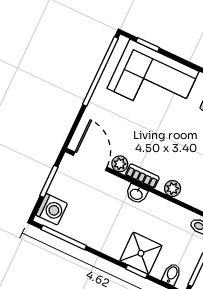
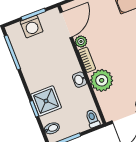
plant: (173, 188) -> (102, 80), width x1.87, depth x1.87
washbasin: (136, 194) -> (79, 80), moved
washing machine: (52, 209) -> (32, 27), moved

